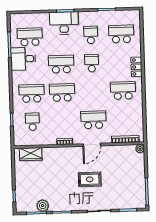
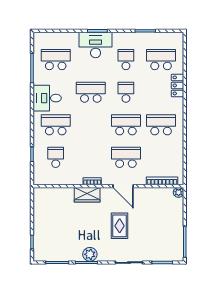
desk: (23, 59) -> (47, 98), moved
locker: (137, 67) -> (177, 85), moved
school desk: (62, 92) -> (126, 125), moved
door: (92, 145) -> (123, 186), hinge flipped
wardrobe: (31, 154) -> (87, 195), moved
rug: (90, 179) -> (120, 226), turned 90
plant: (43, 206) -> (90, 254), moved

